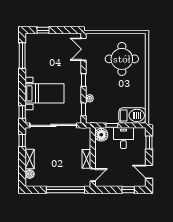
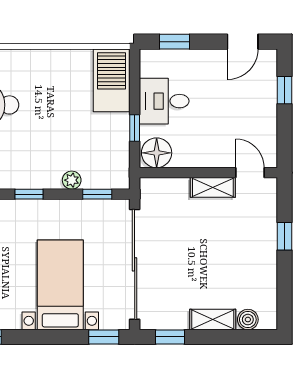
window: (65, 190) -> (285, 236), width x0.32

